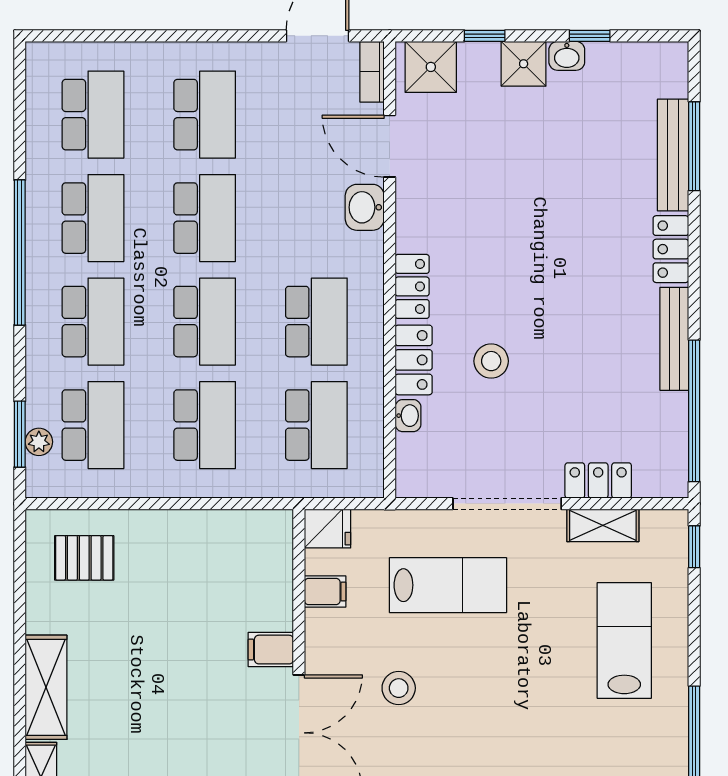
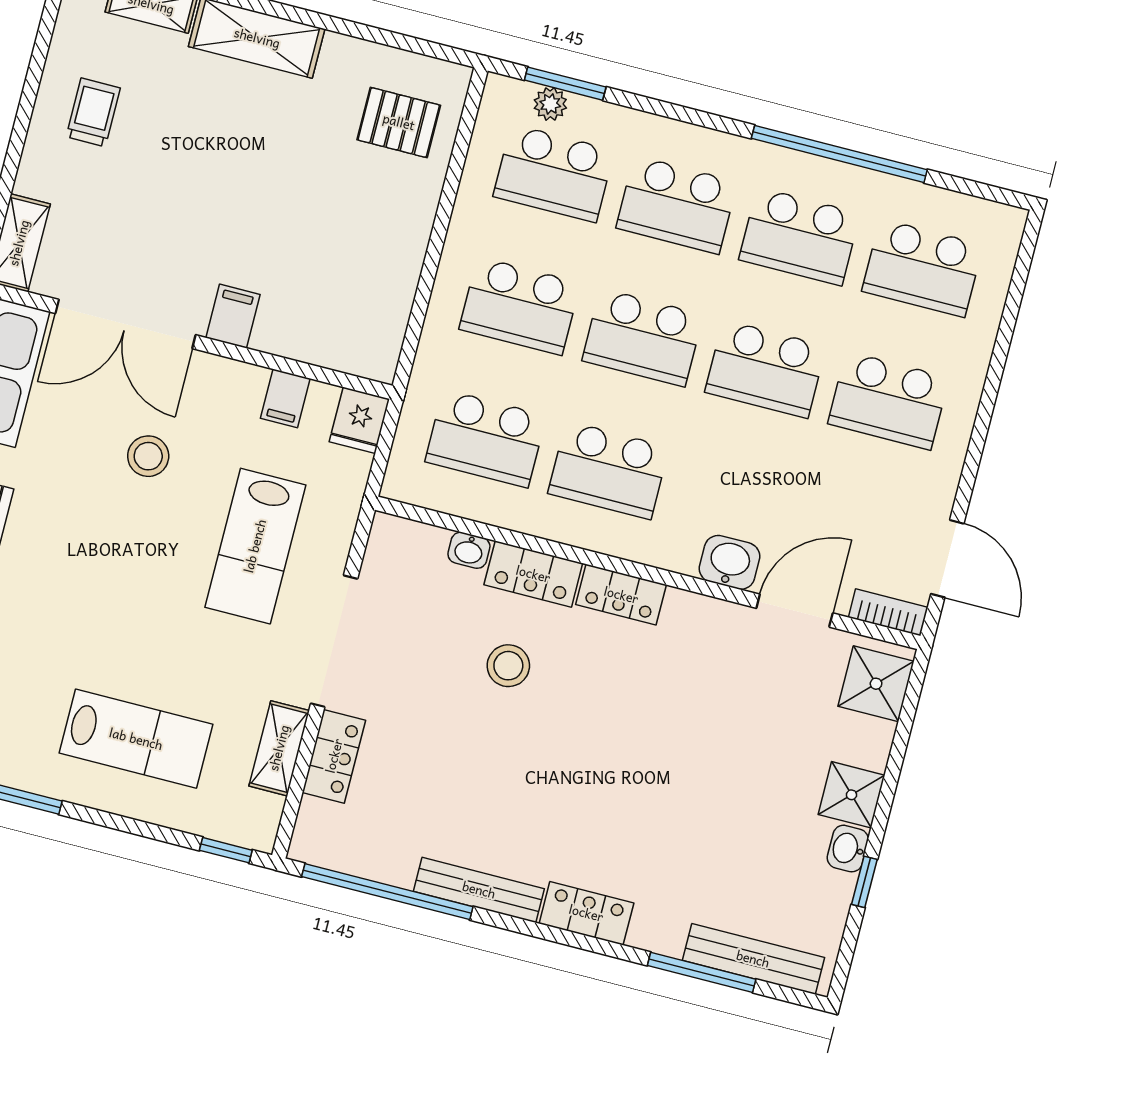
window: (485, 36) -> (896, 757), removed
bench: (673, 155) -> (753, 959), moved
window: (20, 252) -> (839, 154), moved
pallet: (84, 558) -> (399, 122), turned 90

